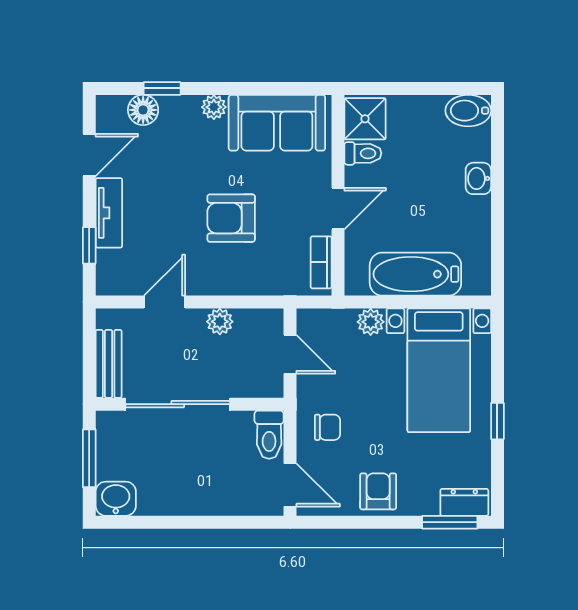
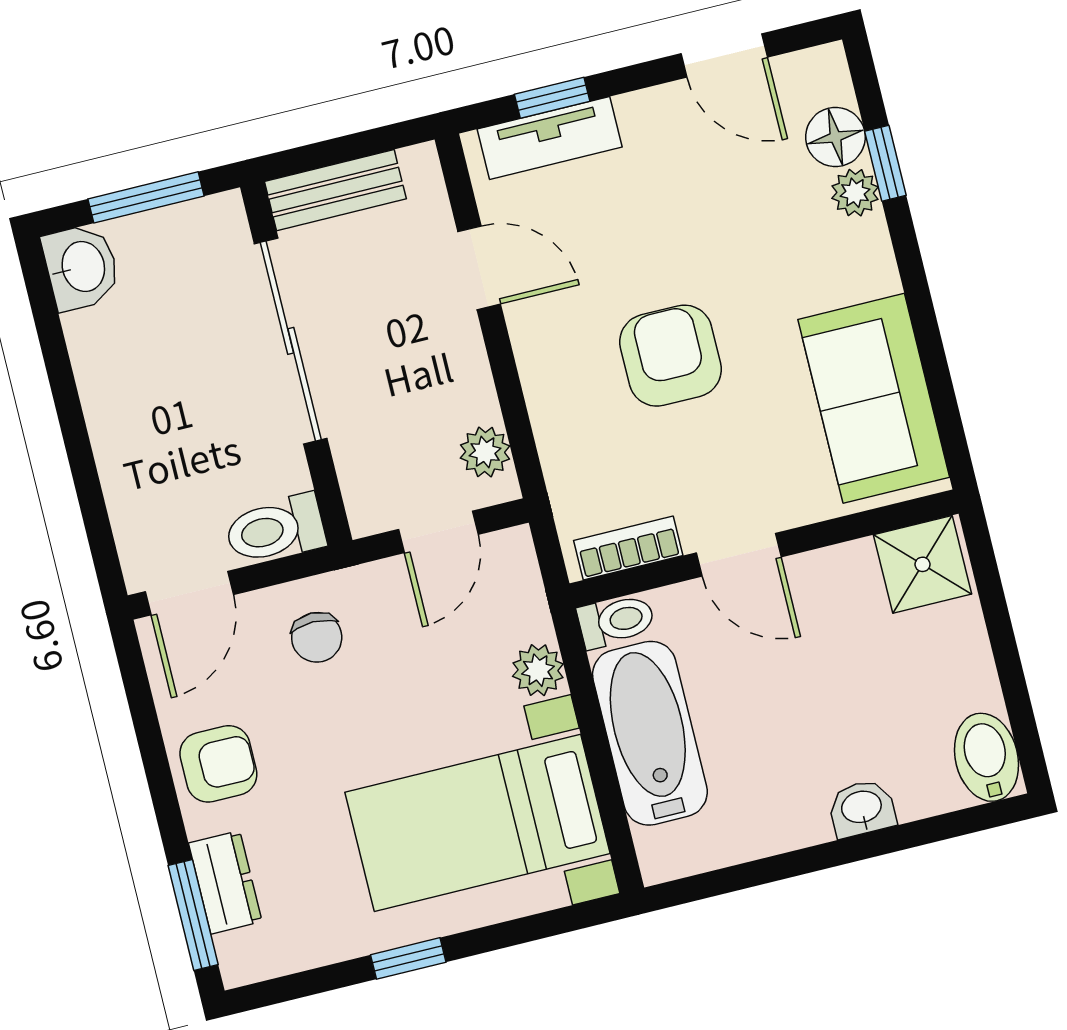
plant: (214, 107) -> (855, 193), moved
toilet: (363, 153) -> (616, 621), moved, turned -90
tv unit: (109, 213) -> (550, 138), moved
plant: (220, 322) -> (485, 452), moved
dresser: (464, 502) -> (225, 882), moved

